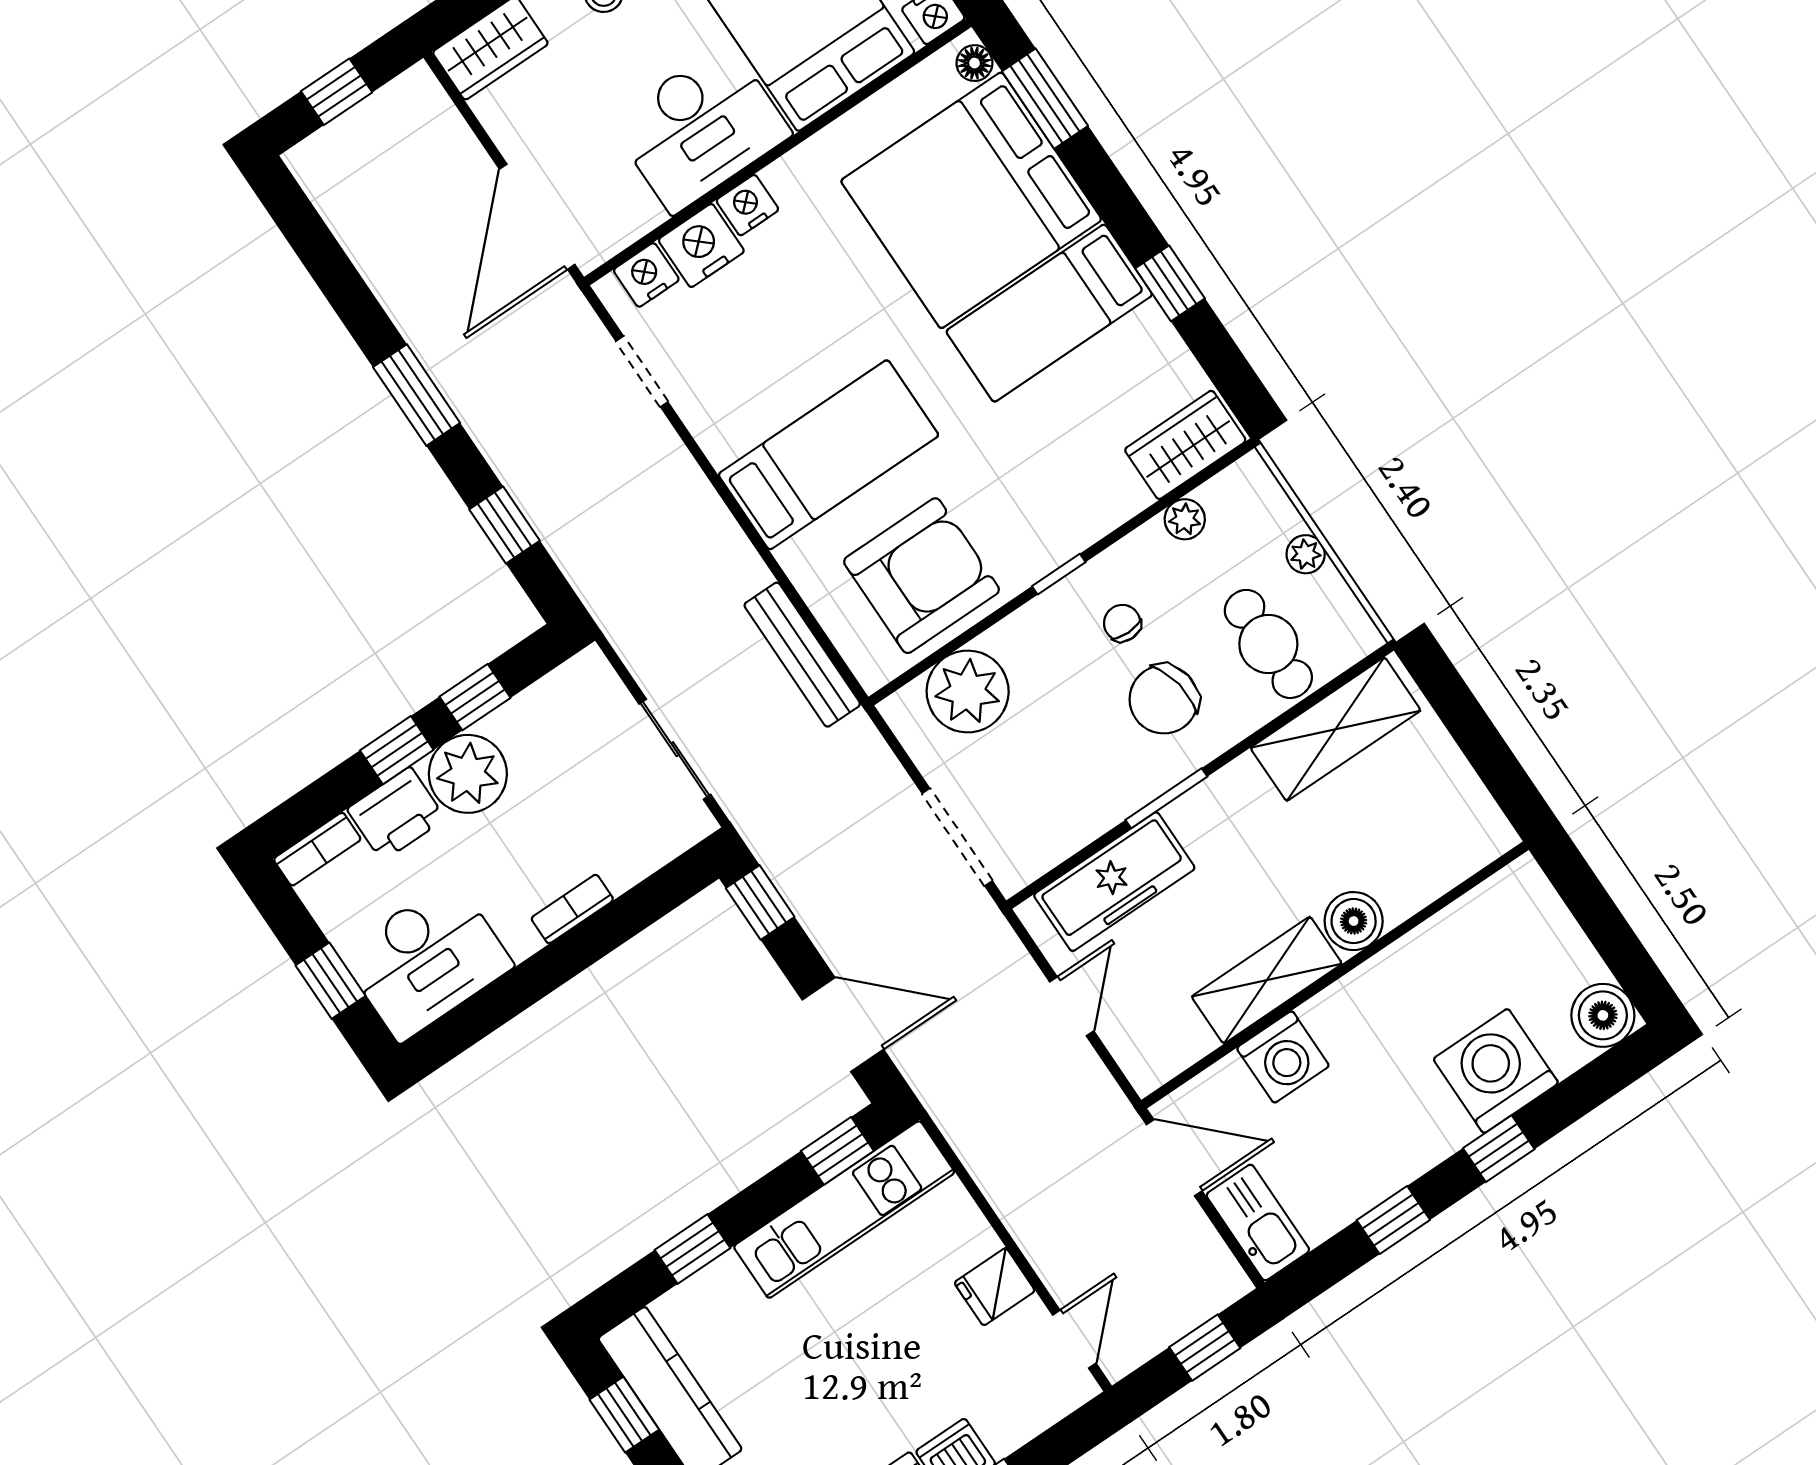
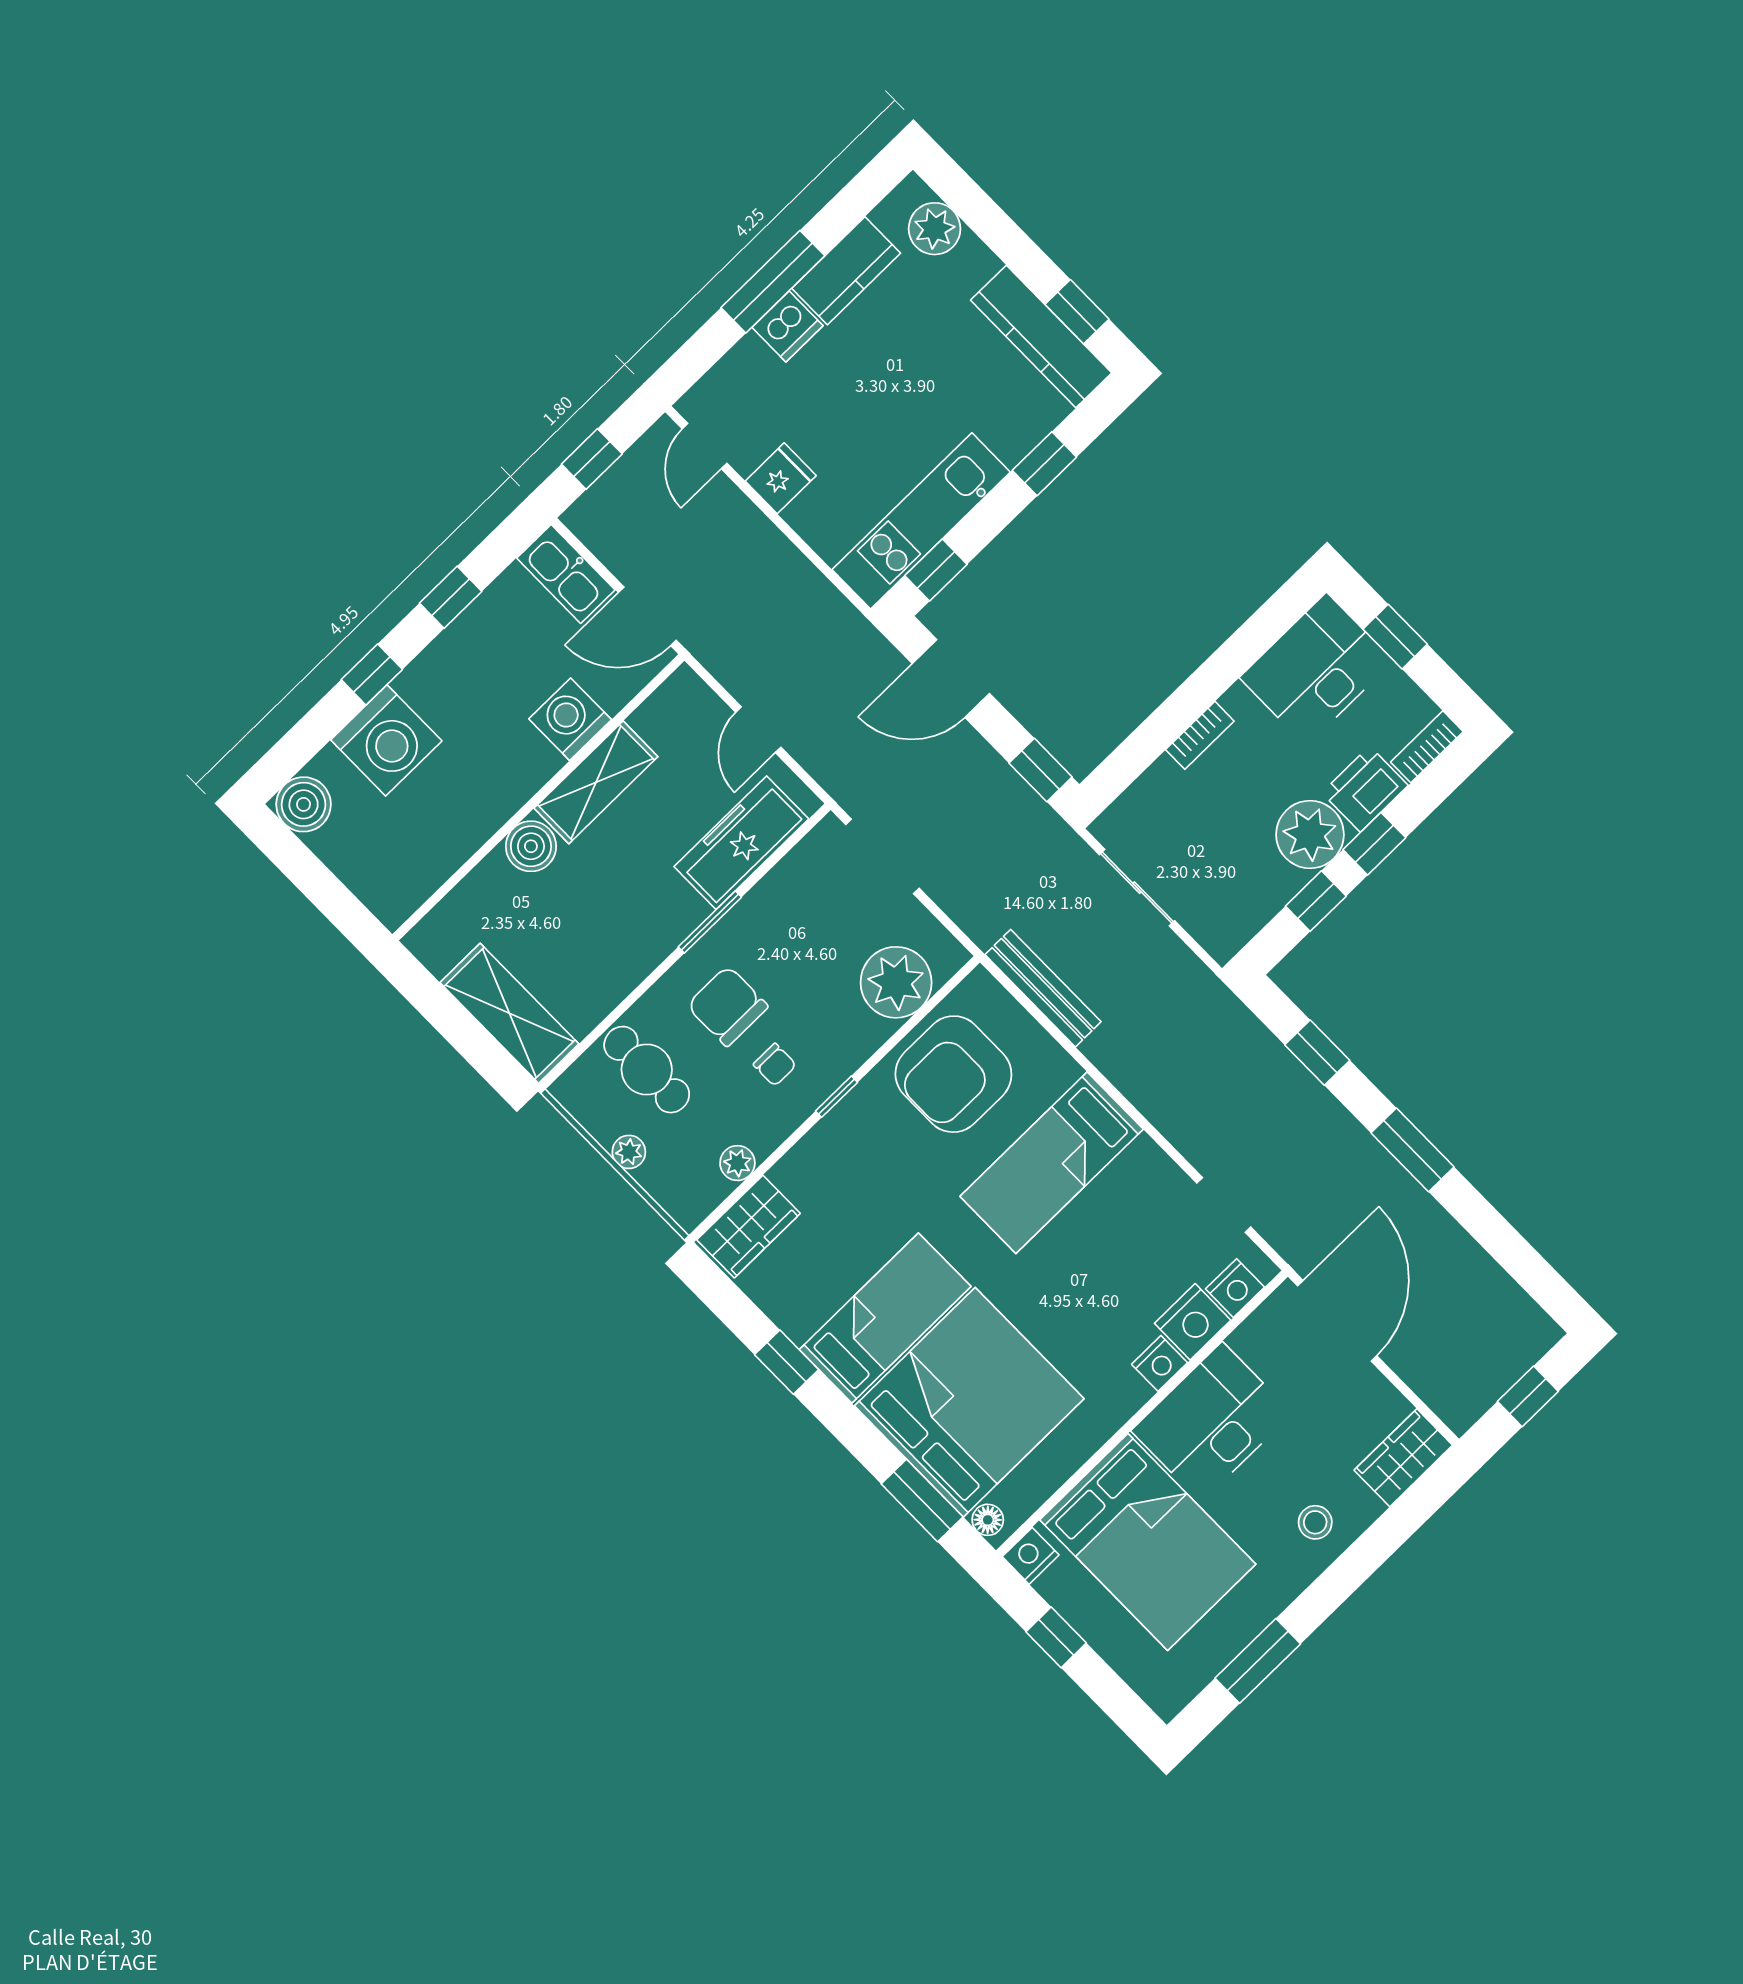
chair: (1164, 699) -> (727, 1006), turned -80
shelving: (1336, 729) -> (509, 1013), moved, turned 90

